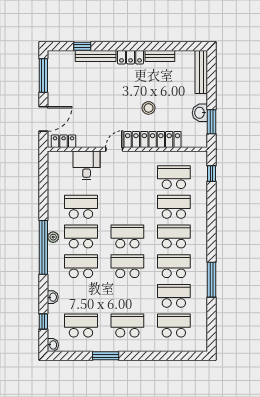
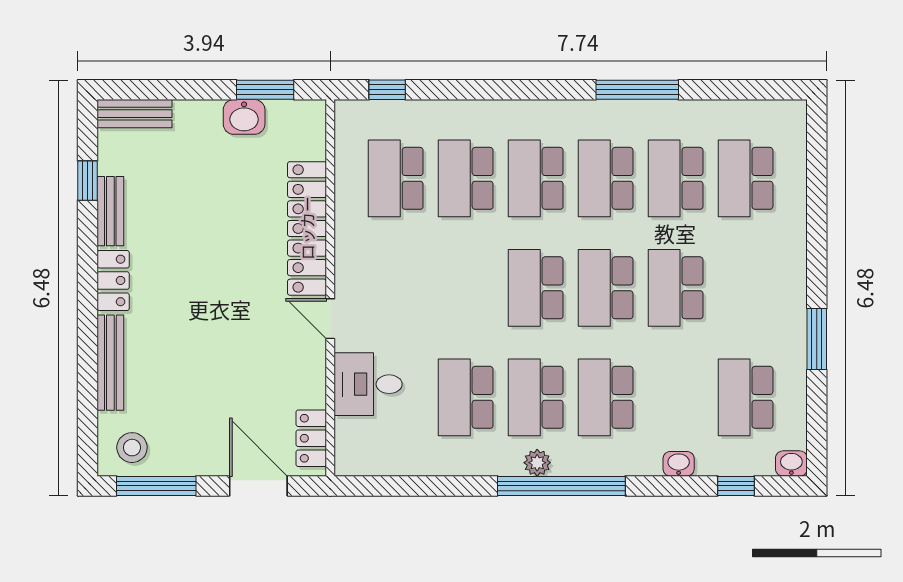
window: (82, 46) -> (87, 181), moved
bench: (201, 72) -> (134, 114), width x0.73
stool: (149, 108) -> (132, 448), moved
school desk: (127, 326) -> (676, 288), moved

